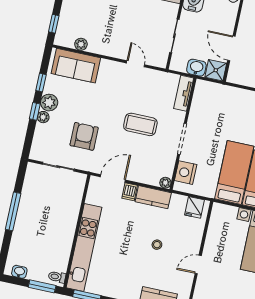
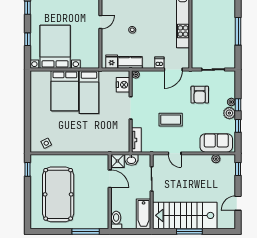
coffee table: (140, 124) -> (171, 120), moved
kitchen counter: (153, 197) -> (130, 62), moved

